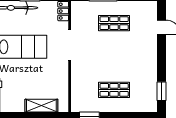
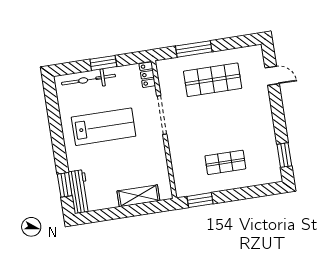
shop shelf: (114, 23) -> (213, 80), width x1.43, depth x1.36

